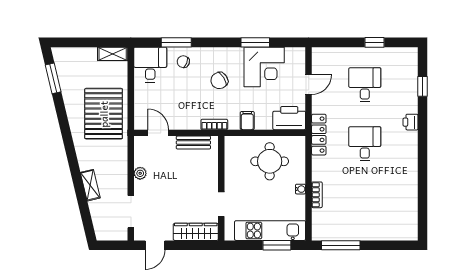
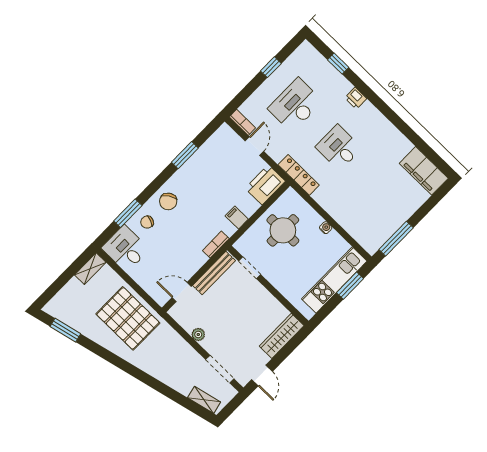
corner desk: (264, 67) -> (209, 166), removed
chair: (219, 81) -> (168, 201), moved
desk: (365, 85) -> (295, 105), width x1.37
bench: (193, 143) -> (214, 273), width x1.36
shelving: (90, 185) -> (204, 400), moved
bookcase: (317, 195) -> (242, 122), moved
doorway: (221, 204) -> (250, 268), moved
filing cabinet: (406, 218) -> (424, 171), added

